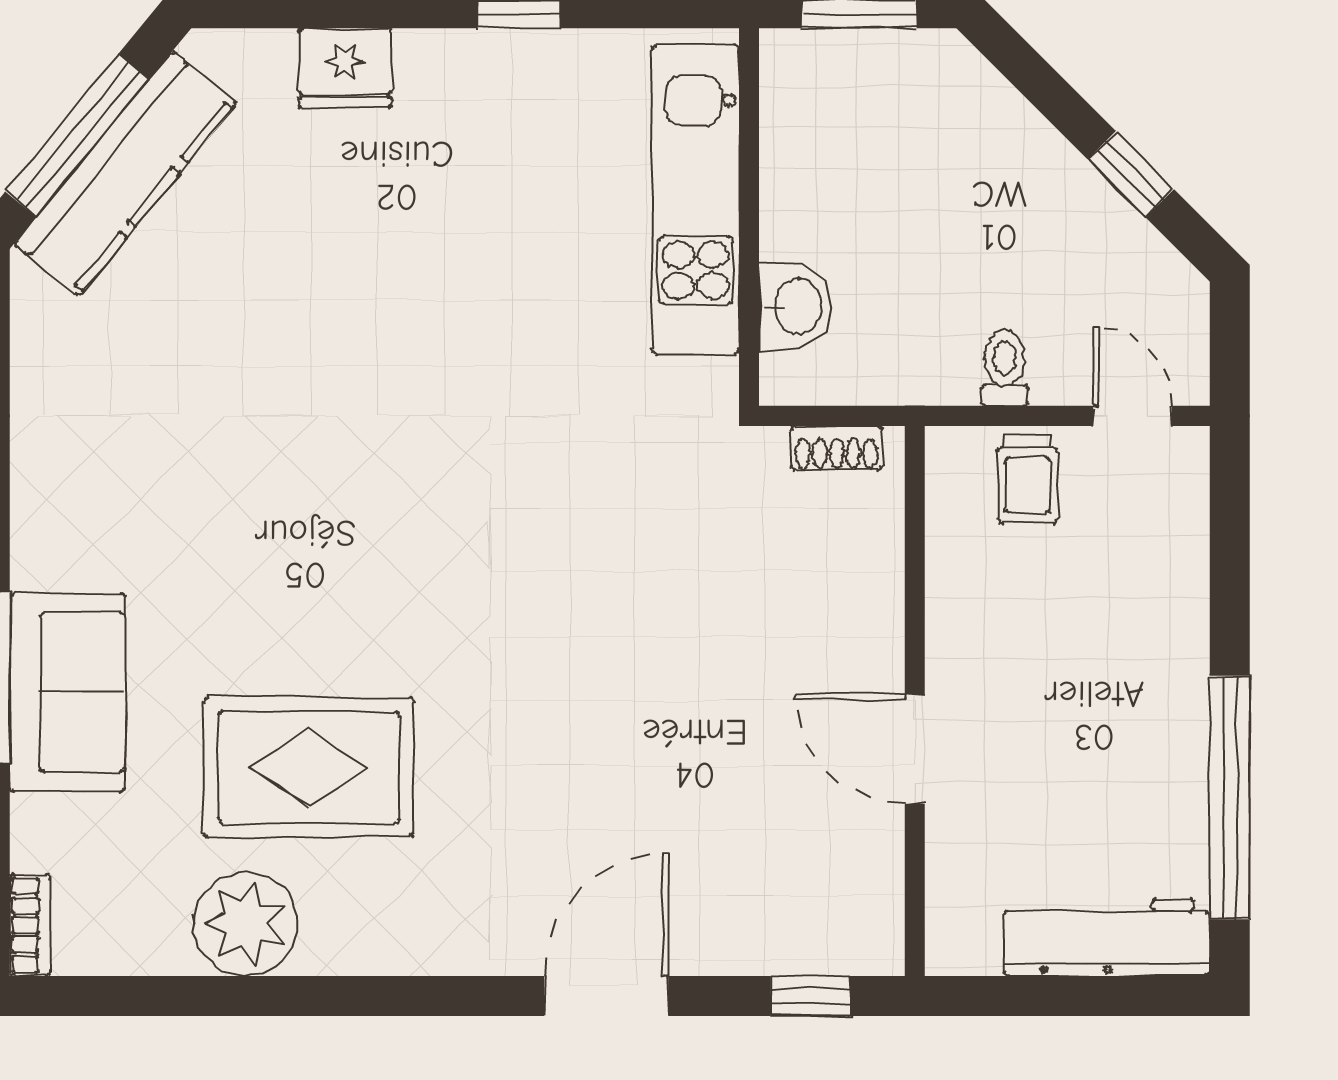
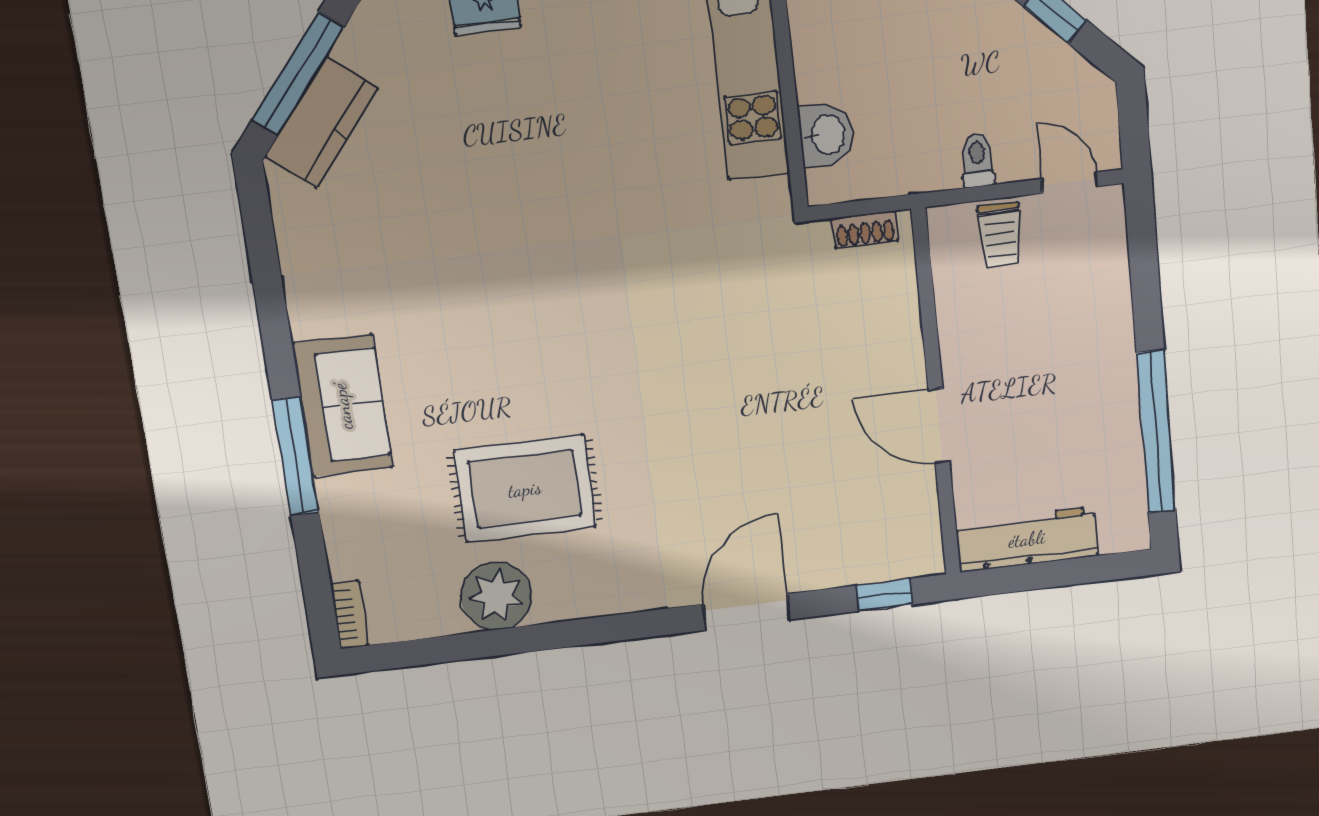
kitchen counter: (125, 174) -> (321, 122), width x0.67
sofa: (67, 692) -> (342, 406), moved
workbench: (1107, 937) -> (1027, 539), moved

